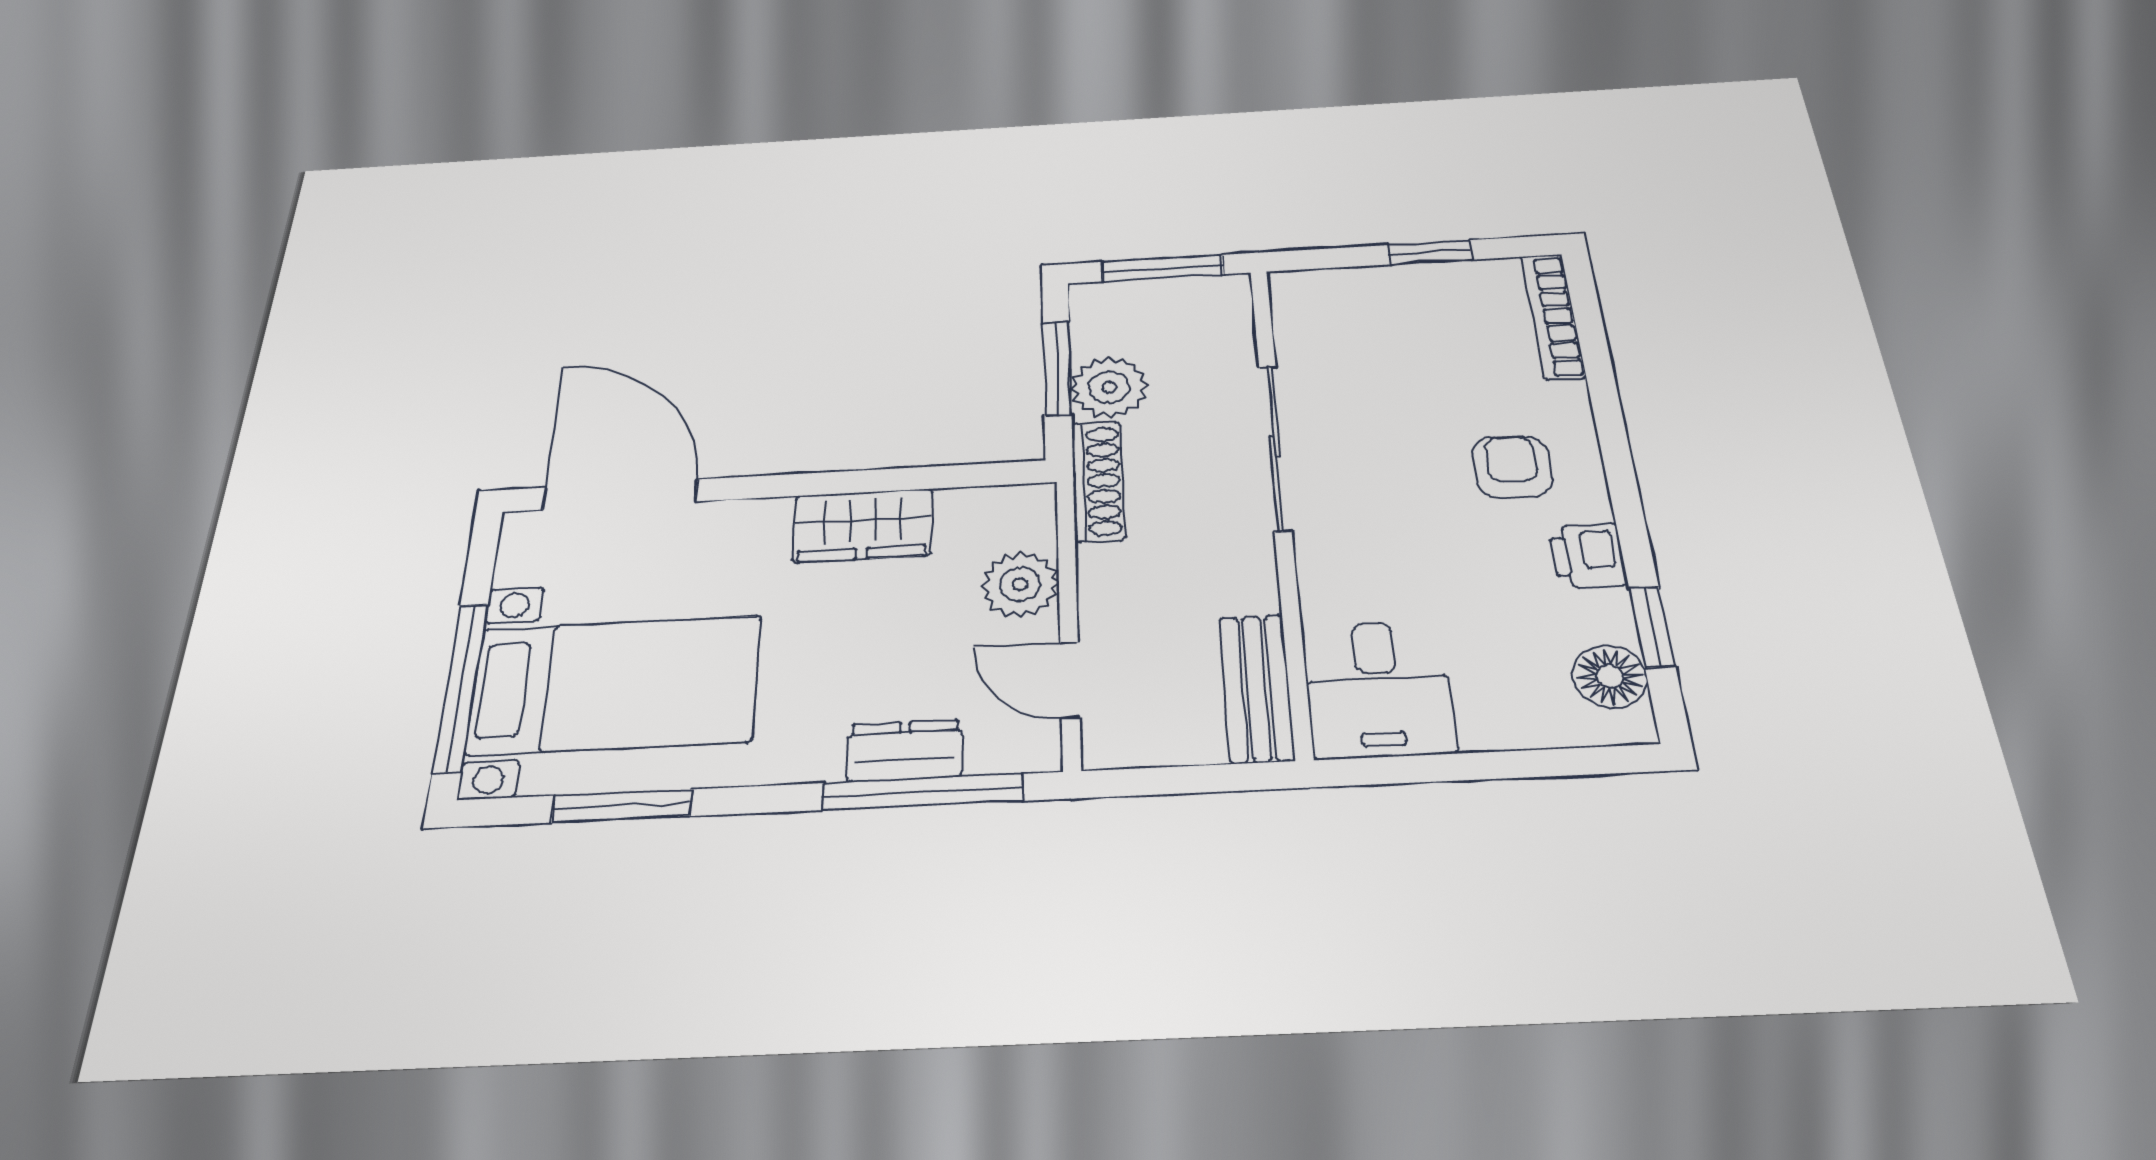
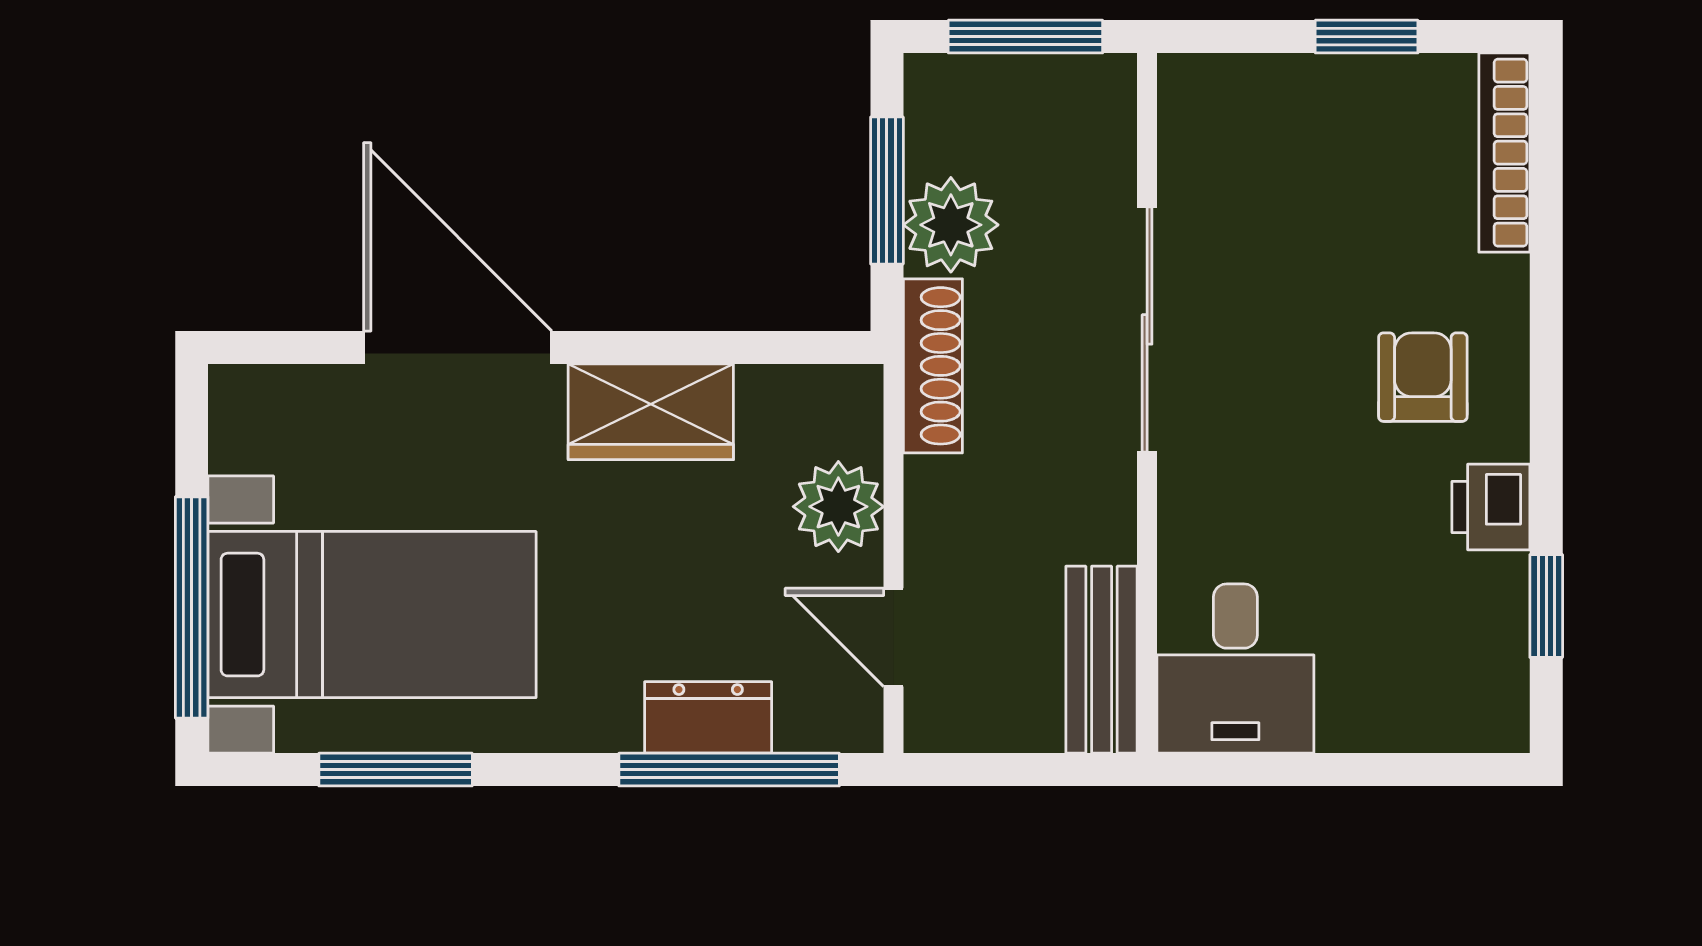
door: (620, 495) -> (458, 347), moved
floor lamp: (1610, 676) -> (1490, 667), removed

